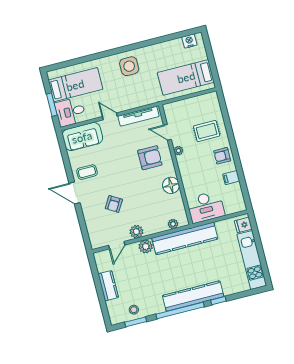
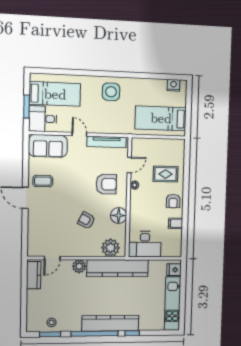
door: (167, 132) -> (129, 165), swing flipped
armchair: (222, 156) -> (173, 201), turned -90
armchair: (114, 204) -> (86, 220), moved, turned 86
plant: (173, 224) -> (111, 248), width x1.88, depth x1.88
plant: (136, 232) -> (74, 250), removed
kitchen counter: (108, 286) -> (34, 275), moved

